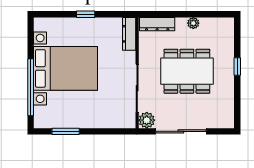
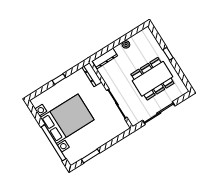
dining table: (187, 71) -> (152, 79), moved
plant: (147, 120) -> (134, 119), removed

